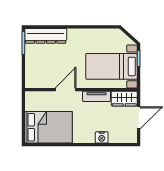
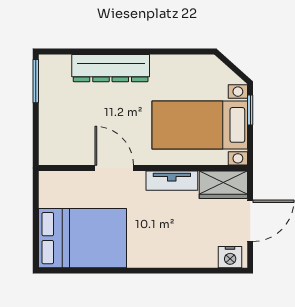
dresser: (46, 36) -> (111, 68), moved
door: (66, 90) -> (114, 168), hinge flipped
nightstand: (102, 137) -> (230, 257), moved

